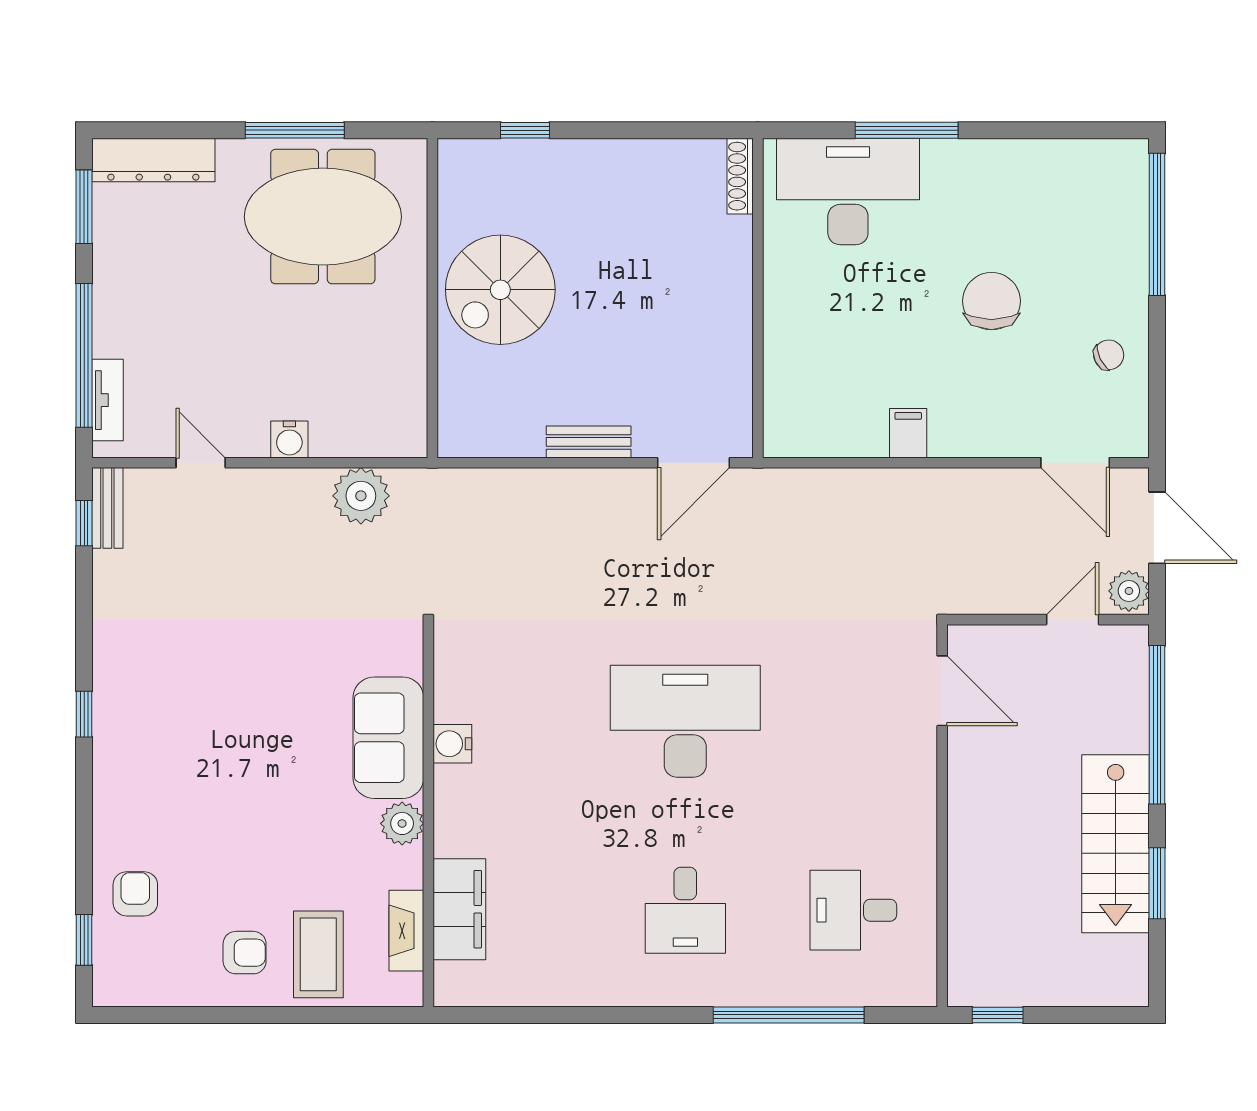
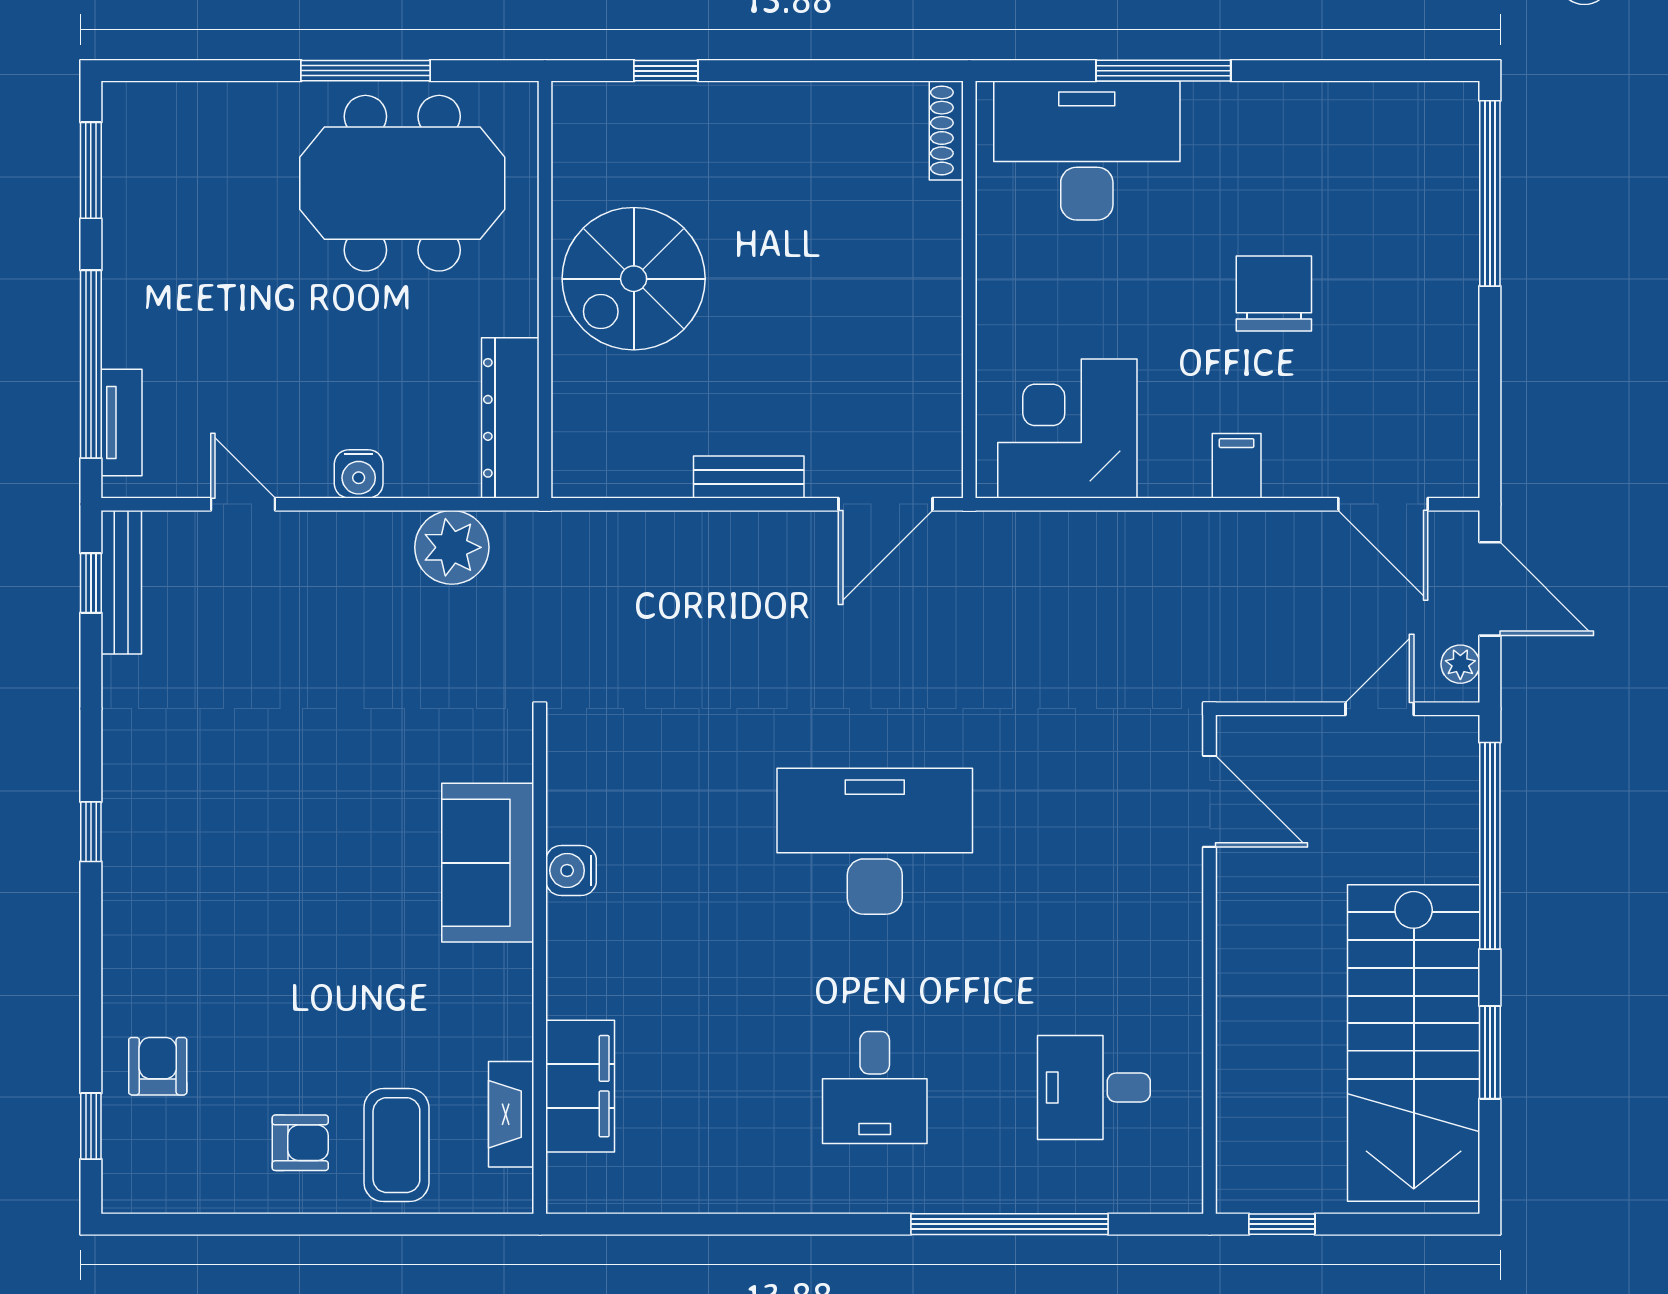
dresser: (153, 160) -> (510, 418), moved, turned 90
chair: (1109, 355) -> (1427, 364), removed
corner desk: (833, 405) -> (1067, 429), added
filing cabinet: (908, 433) -> (1237, 466), moved
bench: (107, 508) -> (121, 582), width x1.36
plant: (1129, 591) -> (1460, 664), width x0.73, depth x0.73
plant: (402, 823) -> (506, 974), removed
stairs: (1116, 844) -> (1414, 1043), width x1.36, depth x1.51

